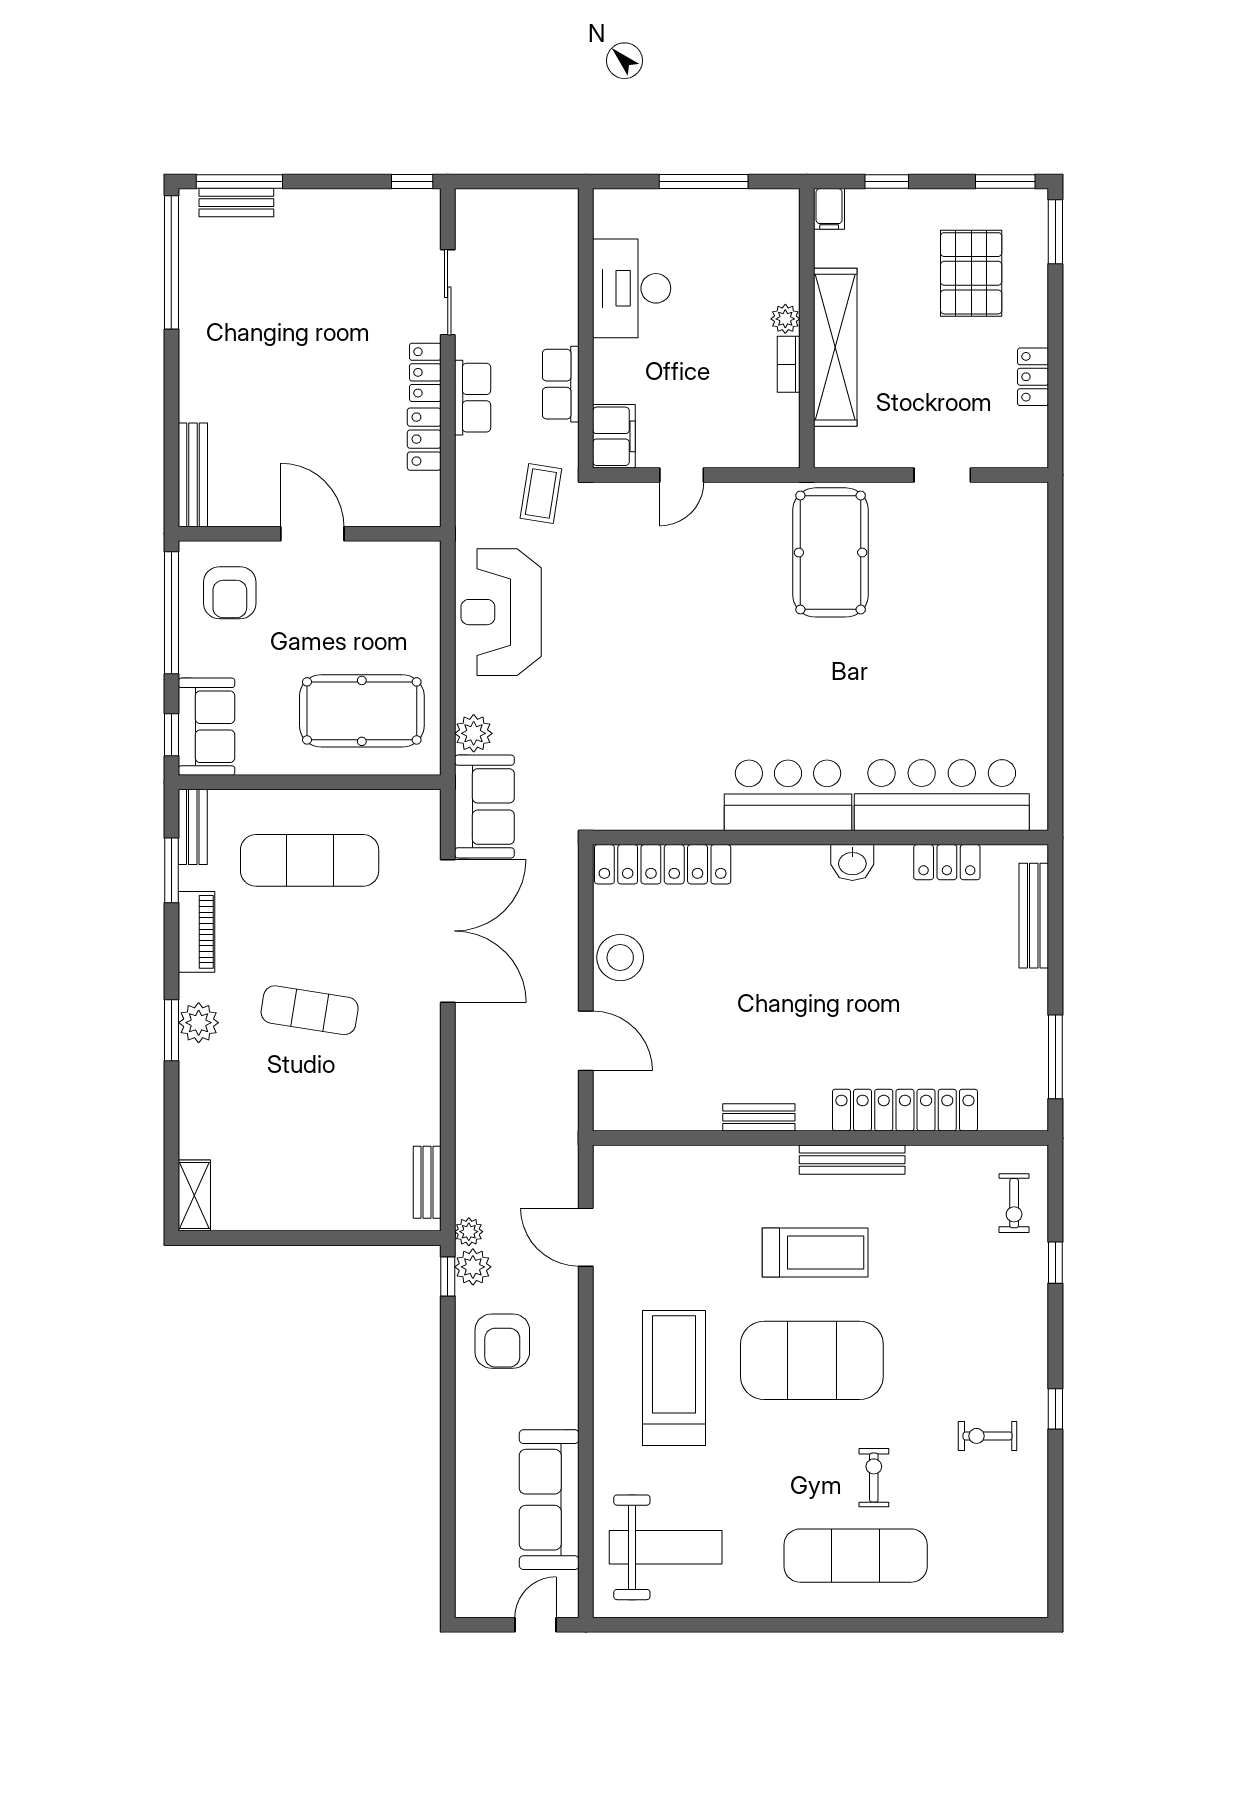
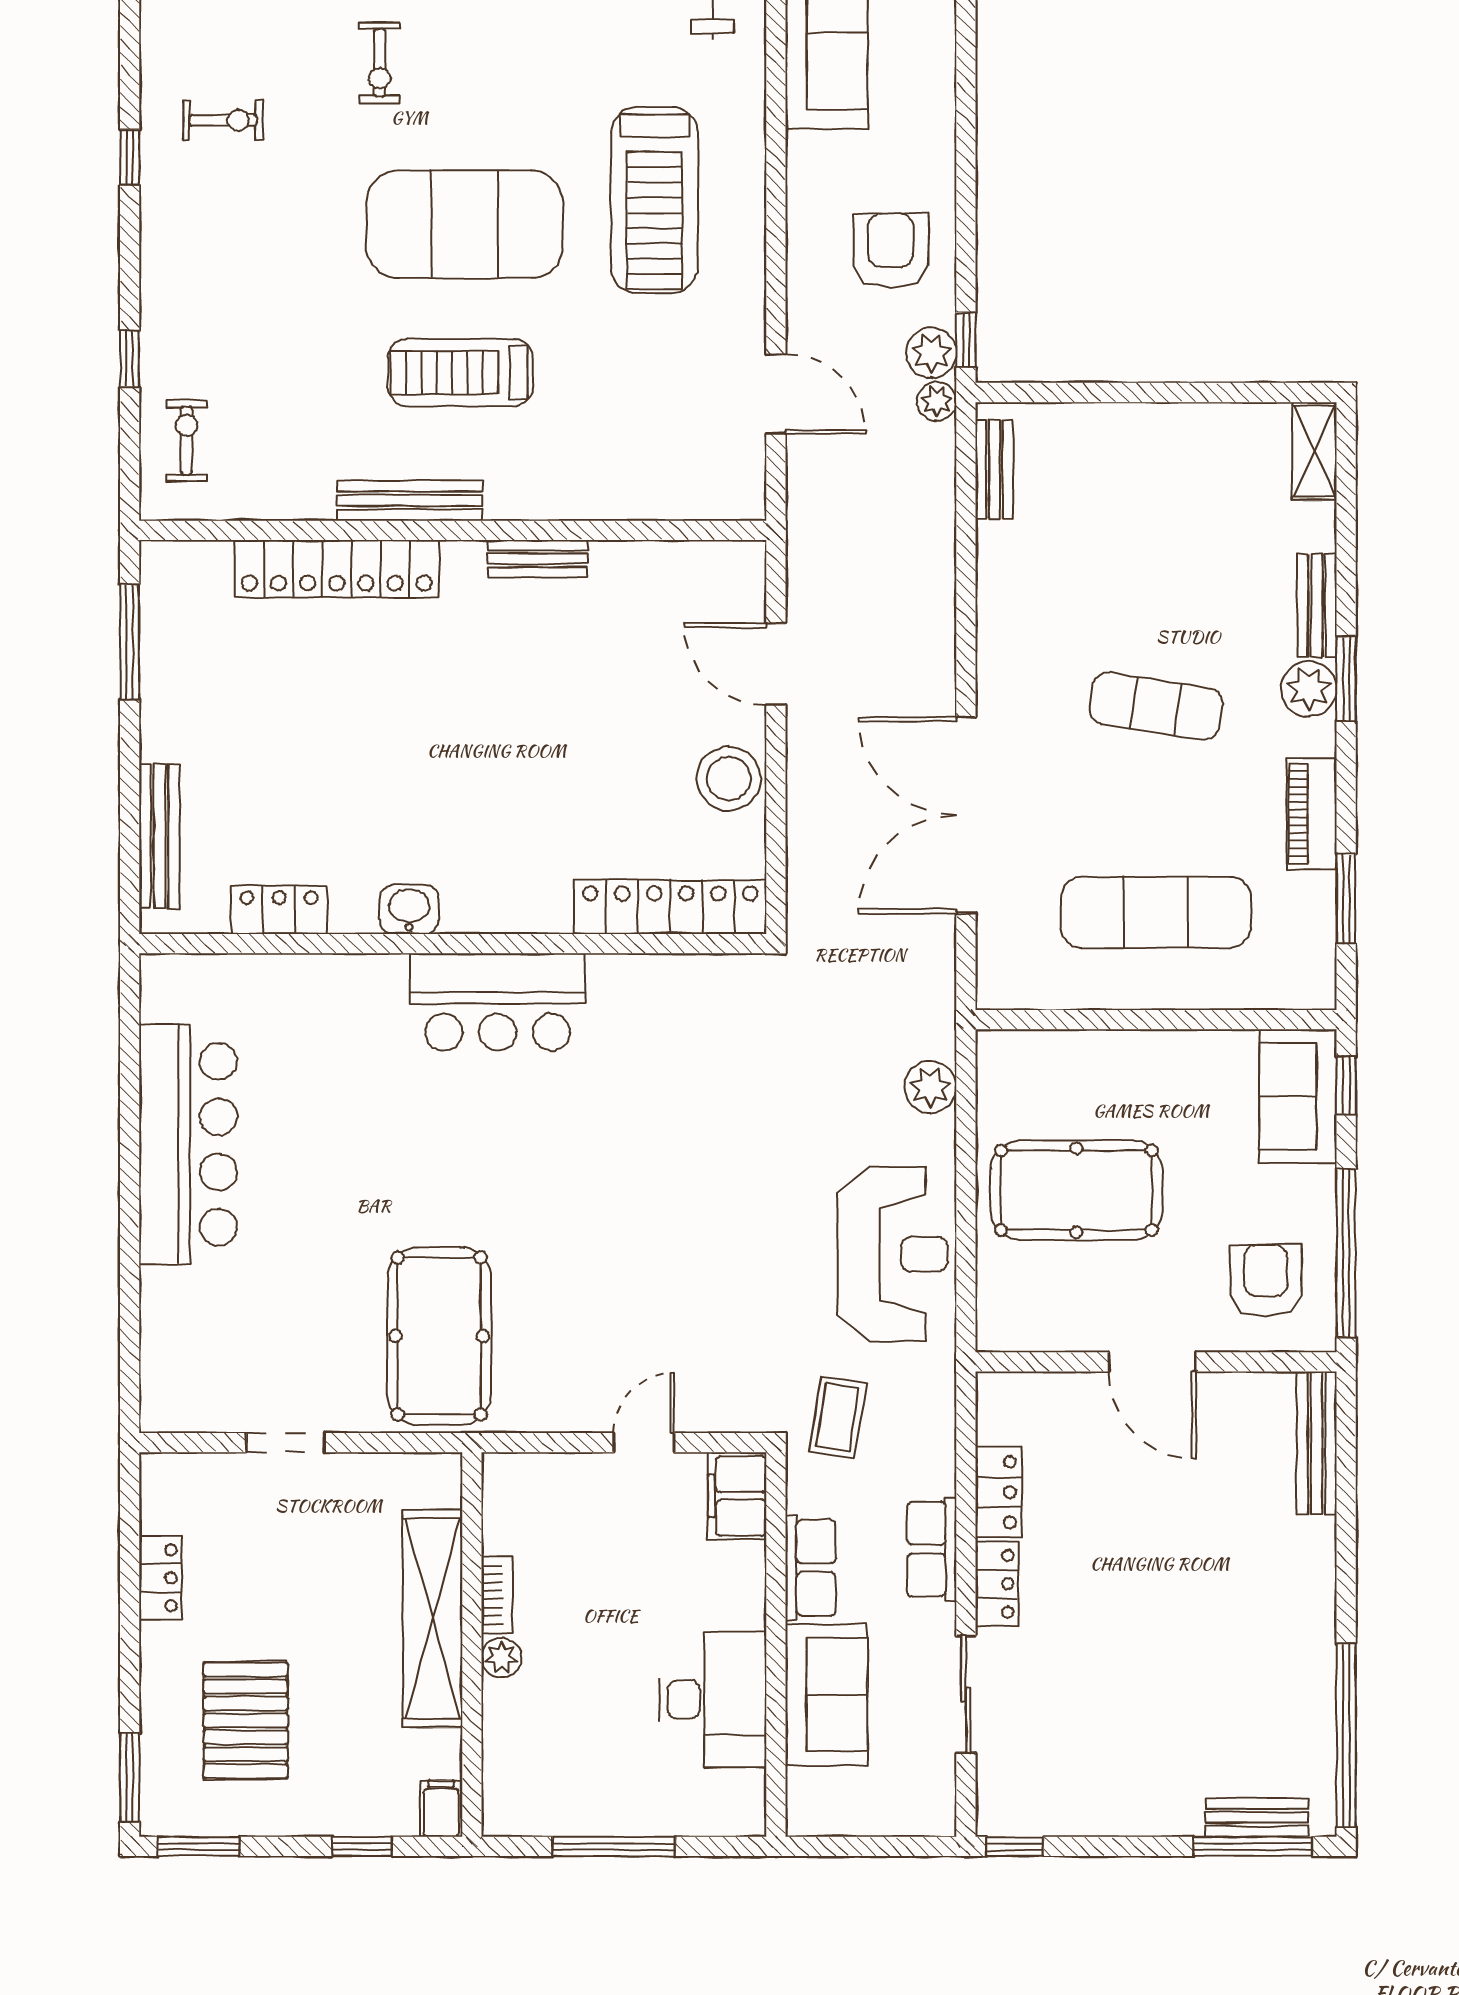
pool table: (362, 711) -> (1076, 1190), moved
bar counter: (942, 795) -> (188, 1144), moved, turned -90
sofa: (484, 806) -> (826, 1695), moved, turned 180
bench: (193, 827) -> (1317, 606), moved

